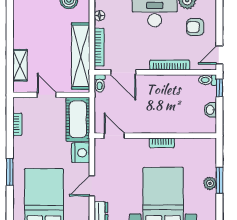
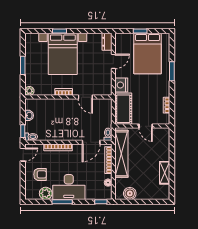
shelving: (20, 65) -> (165, 173), moved
door: (123, 72) -> (91, 142), swing flipped
door: (114, 136) -> (85, 97), moved
plant: (210, 183) -> (29, 91), moved

